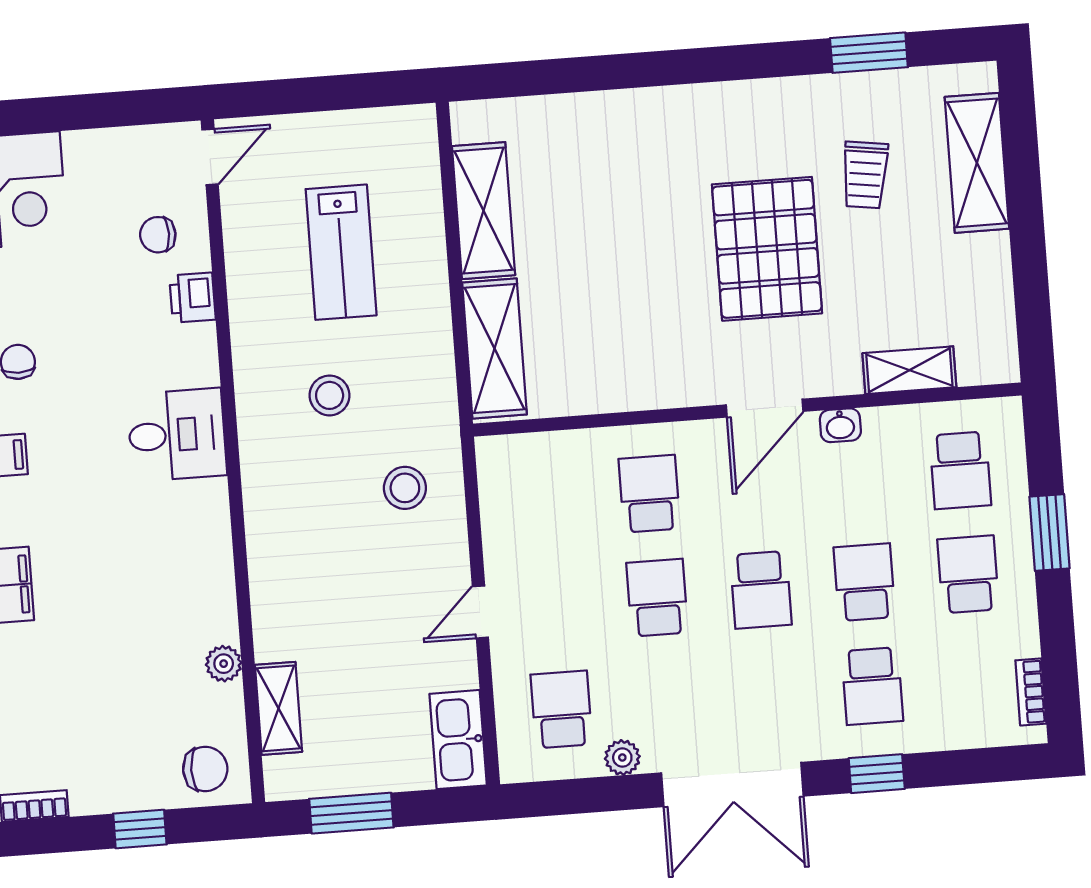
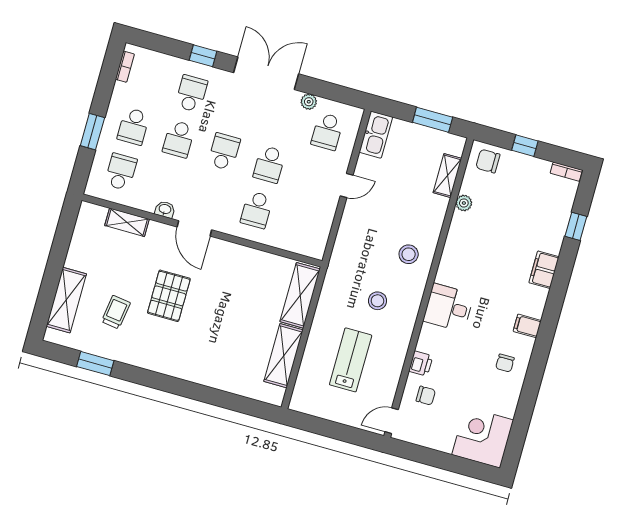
pallet: (767, 249) -> (169, 296), width x0.73, depth x0.71
door: (765, 408) -> (194, 228), swing flipped
stool: (405, 488) -> (409, 254), moved

